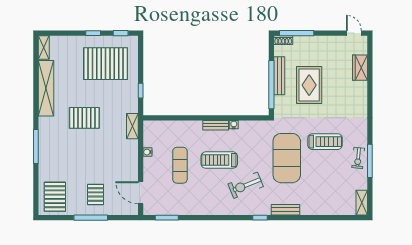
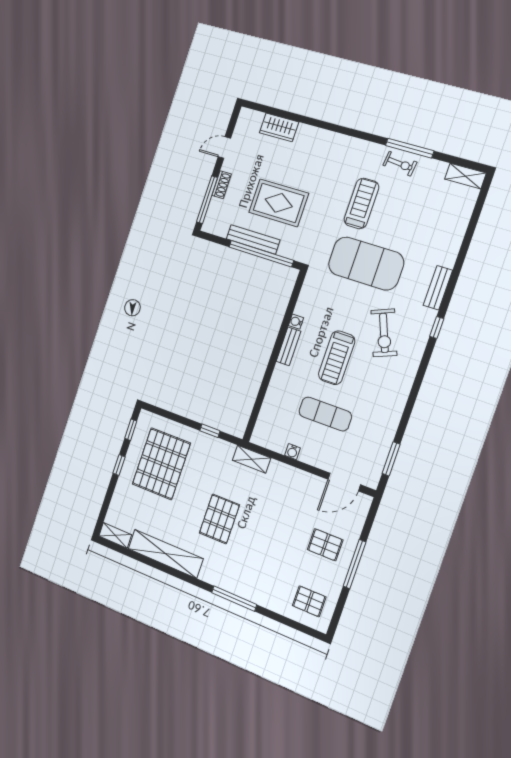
door: (354, 33) -> (224, 148), moved
shoe rack: (283, 40) -> (222, 185), moved
pallet: (55, 197) -> (309, 601), width x0.67, depth x0.71

